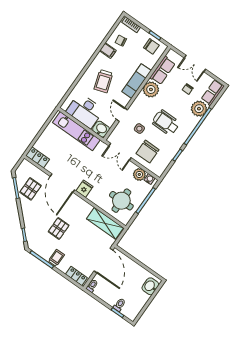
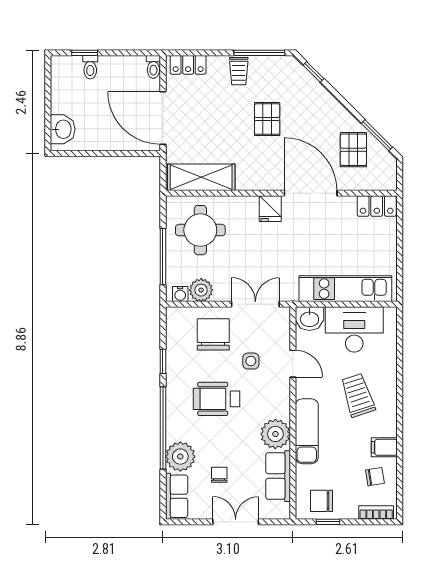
wheelchair: (166, 123) -> (216, 399), turned 180

